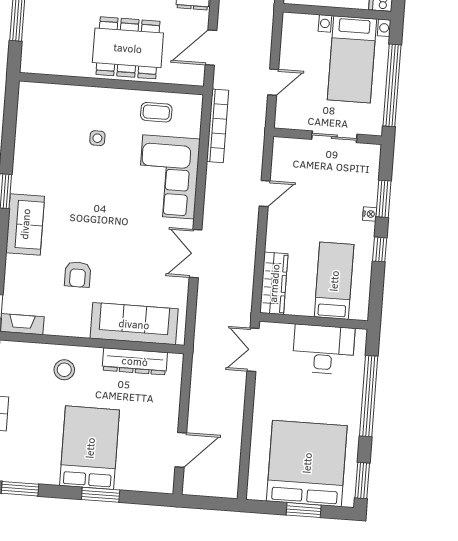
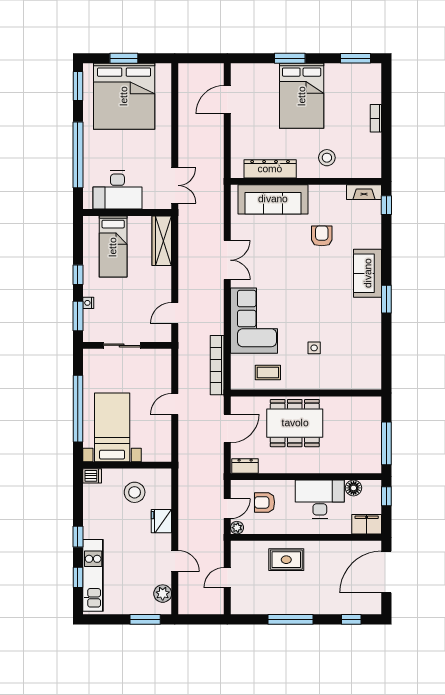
wall: (328, 136) -> (127, 345), moved
sliding door: (334, 137) -> (122, 345), moved

